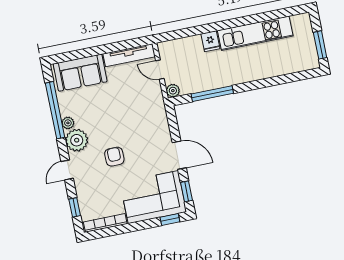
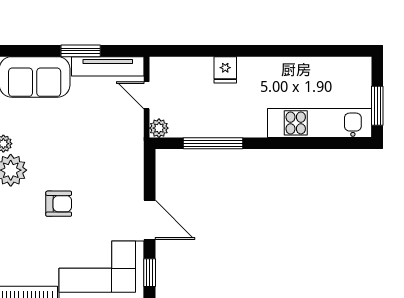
kitchen unit: (255, 33) -> (320, 123), moved, turned 180
window: (108, 48) -> (81, 51), added
armchair: (114, 157) -> (59, 204), turned 90

